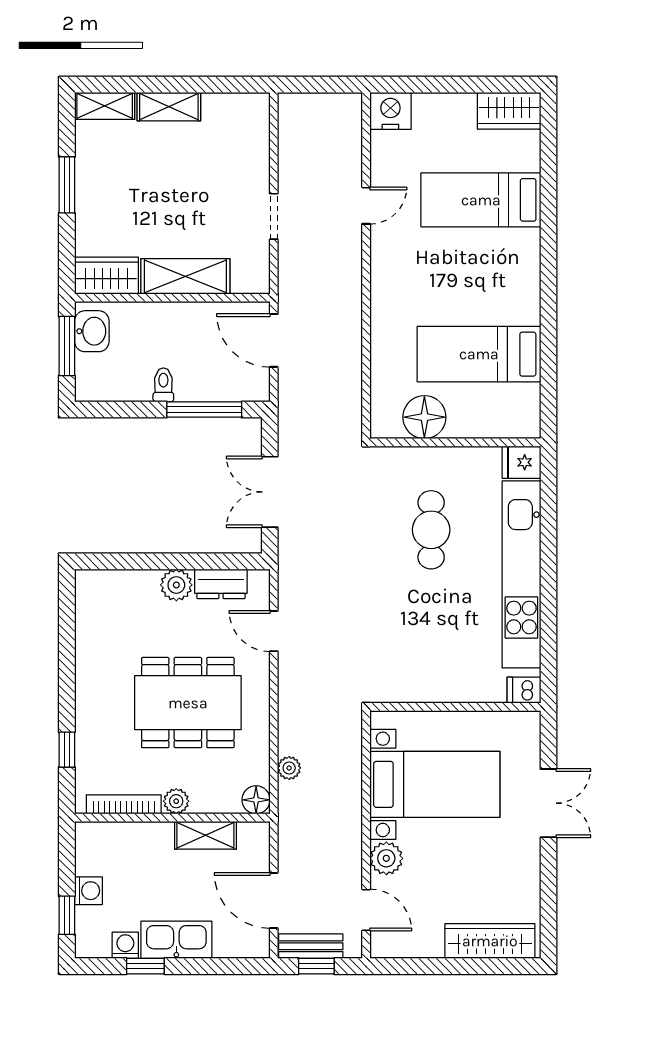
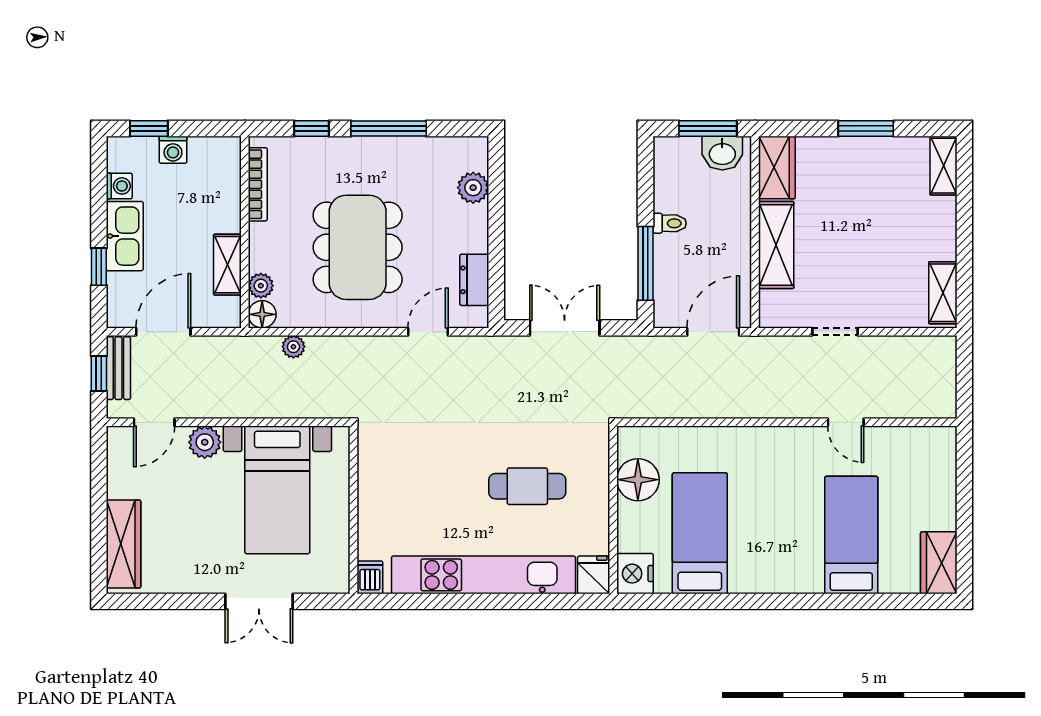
shelving: (169, 107) -> (943, 293), moved
nightstand: (390, 111) -> (635, 574), moved, turned 180
plant: (176, 585) -> (473, 188), moved
window: (67, 671) -> (389, 128), added
plant: (176, 801) -> (261, 286), moved
window: (145, 966) -> (99, 267), moved

